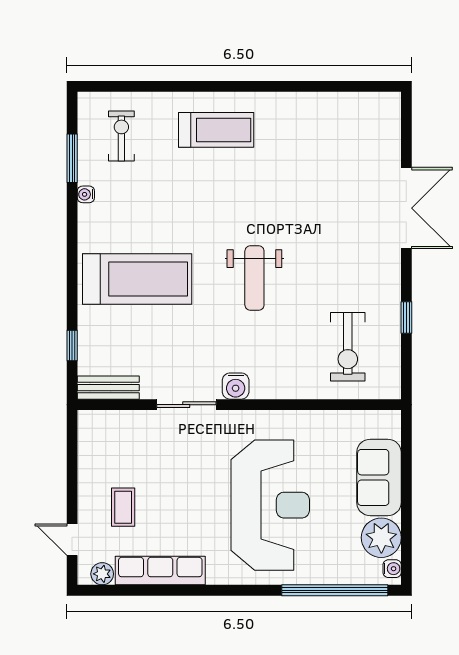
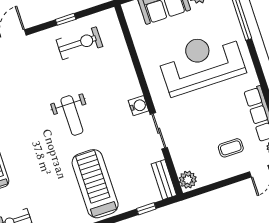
weight bench: (254, 278) -> (72, 115), turned 90
exercise bike: (348, 347) -> (79, 43), moved
plant: (96, 424) -> (188, 180), added

